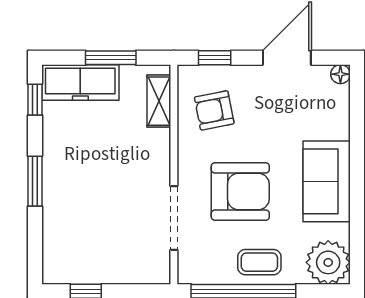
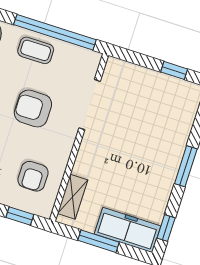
armchair: (214, 110) -> (33, 176), turned 101
armchair: (240, 192) -> (33, 108), width x0.73, depth x0.73

